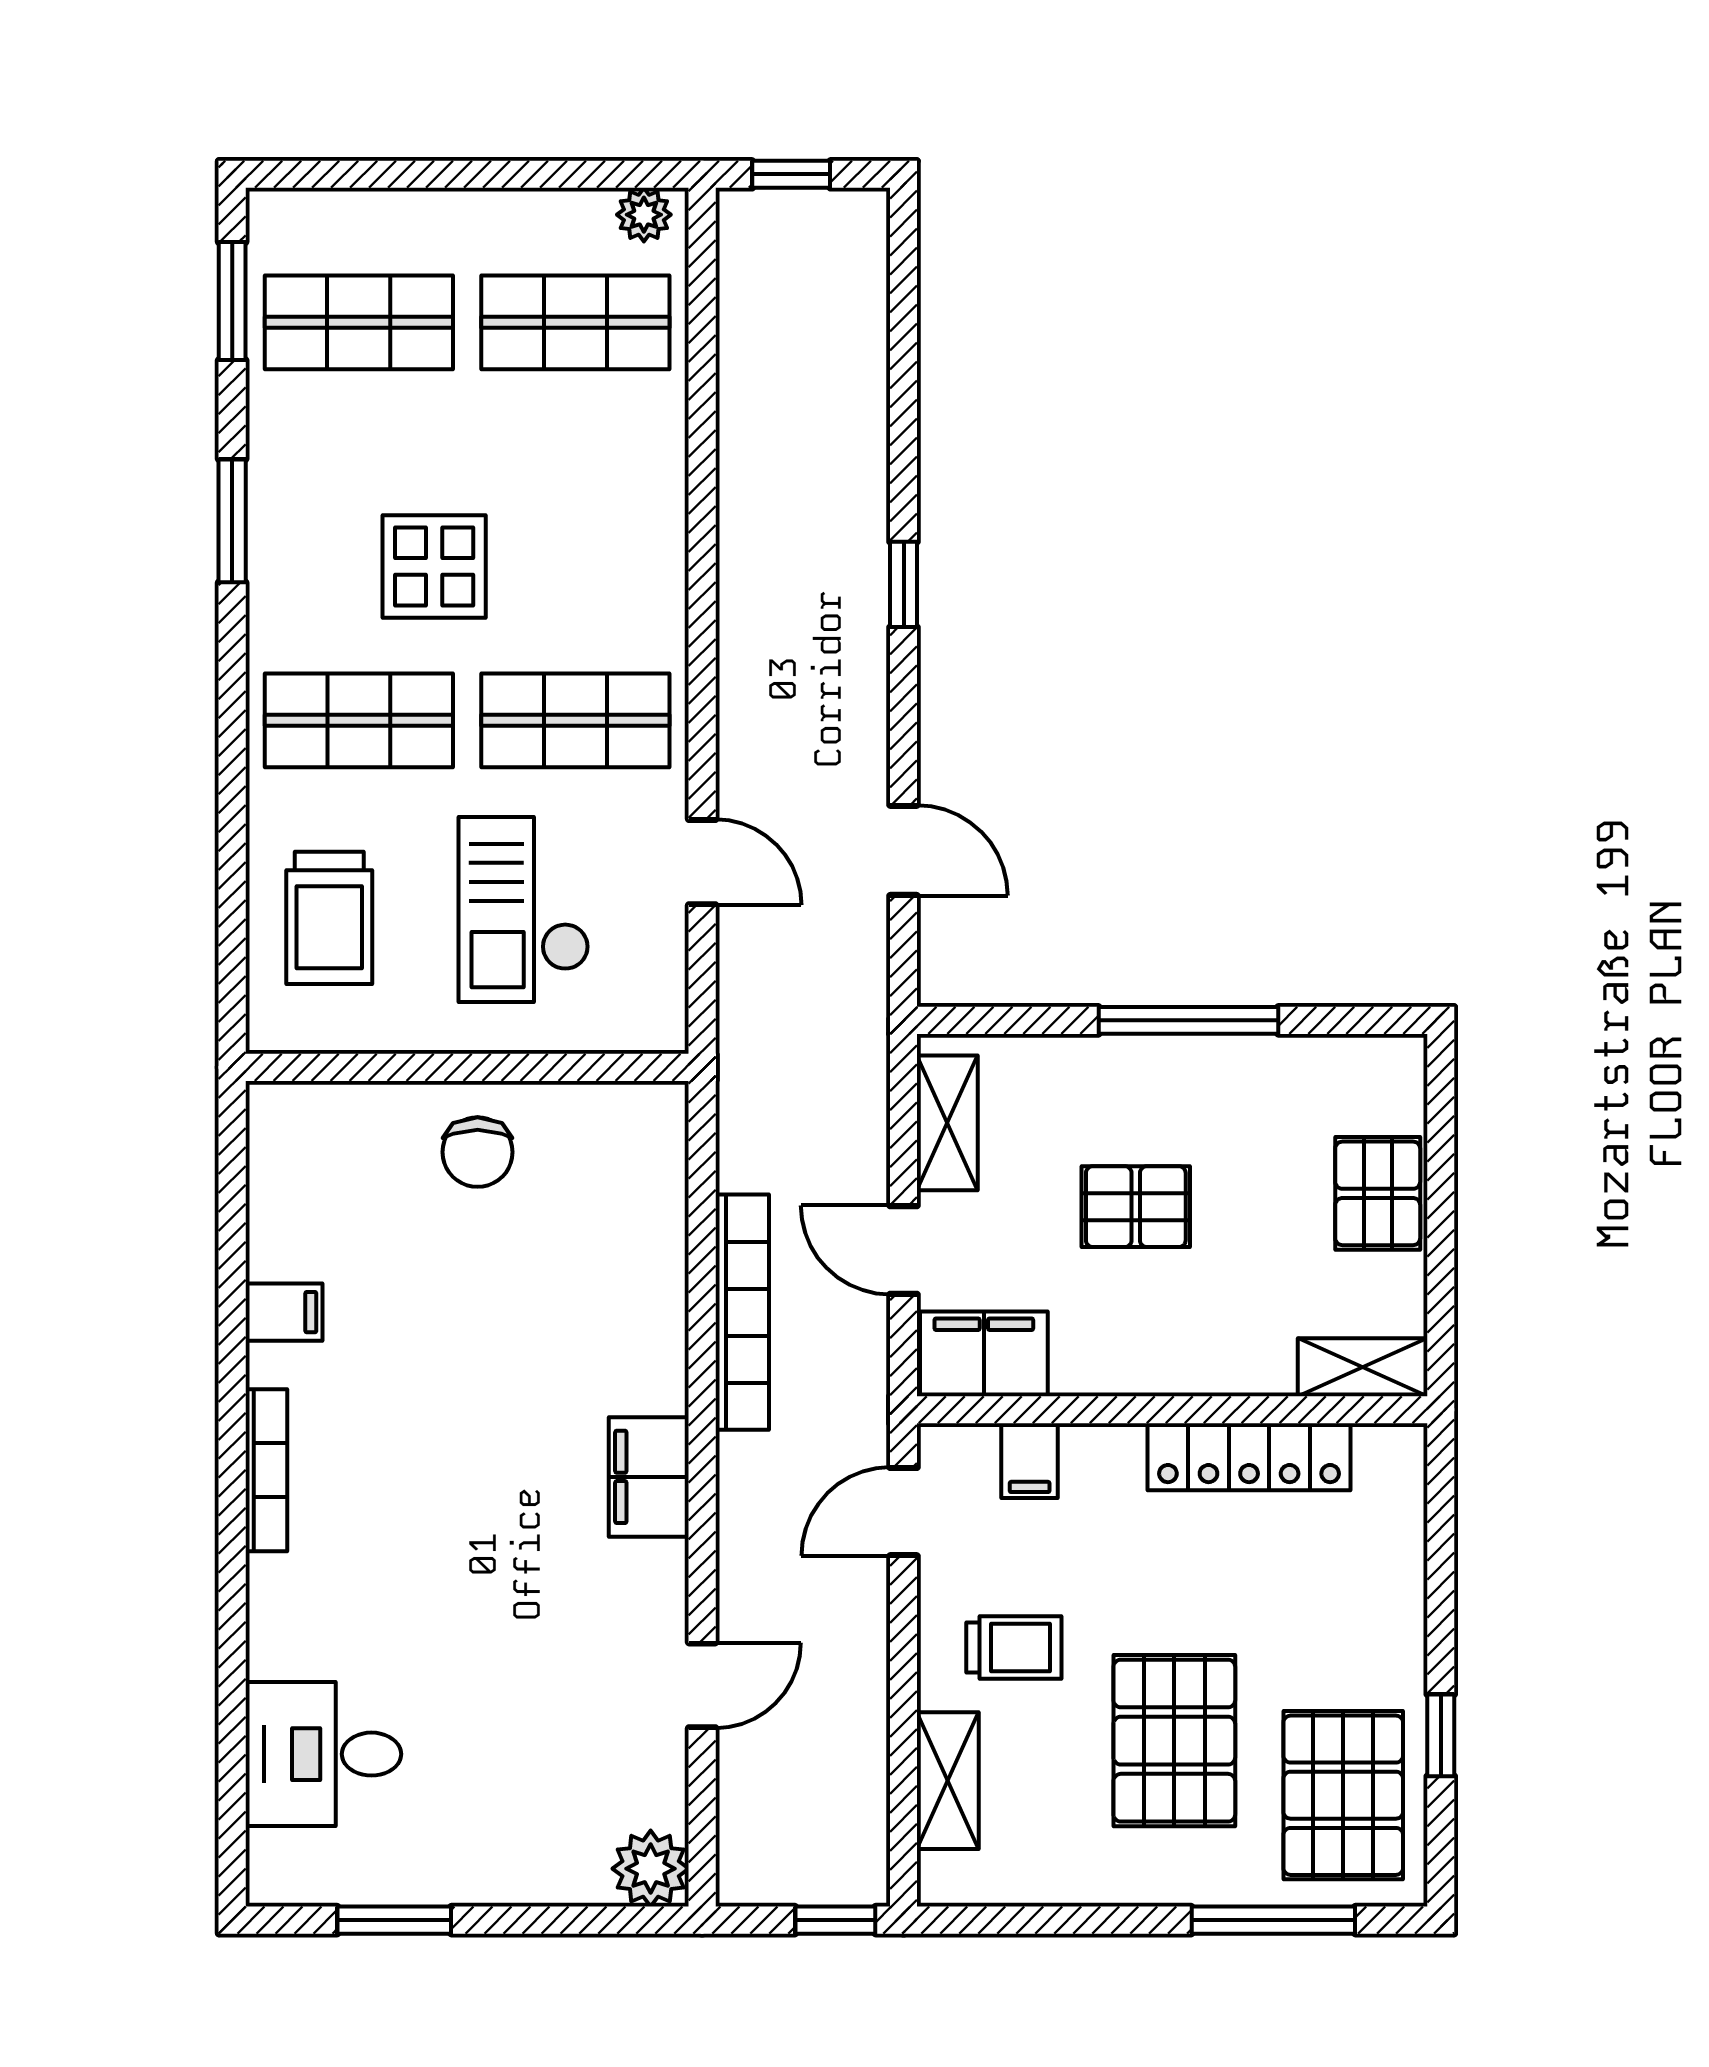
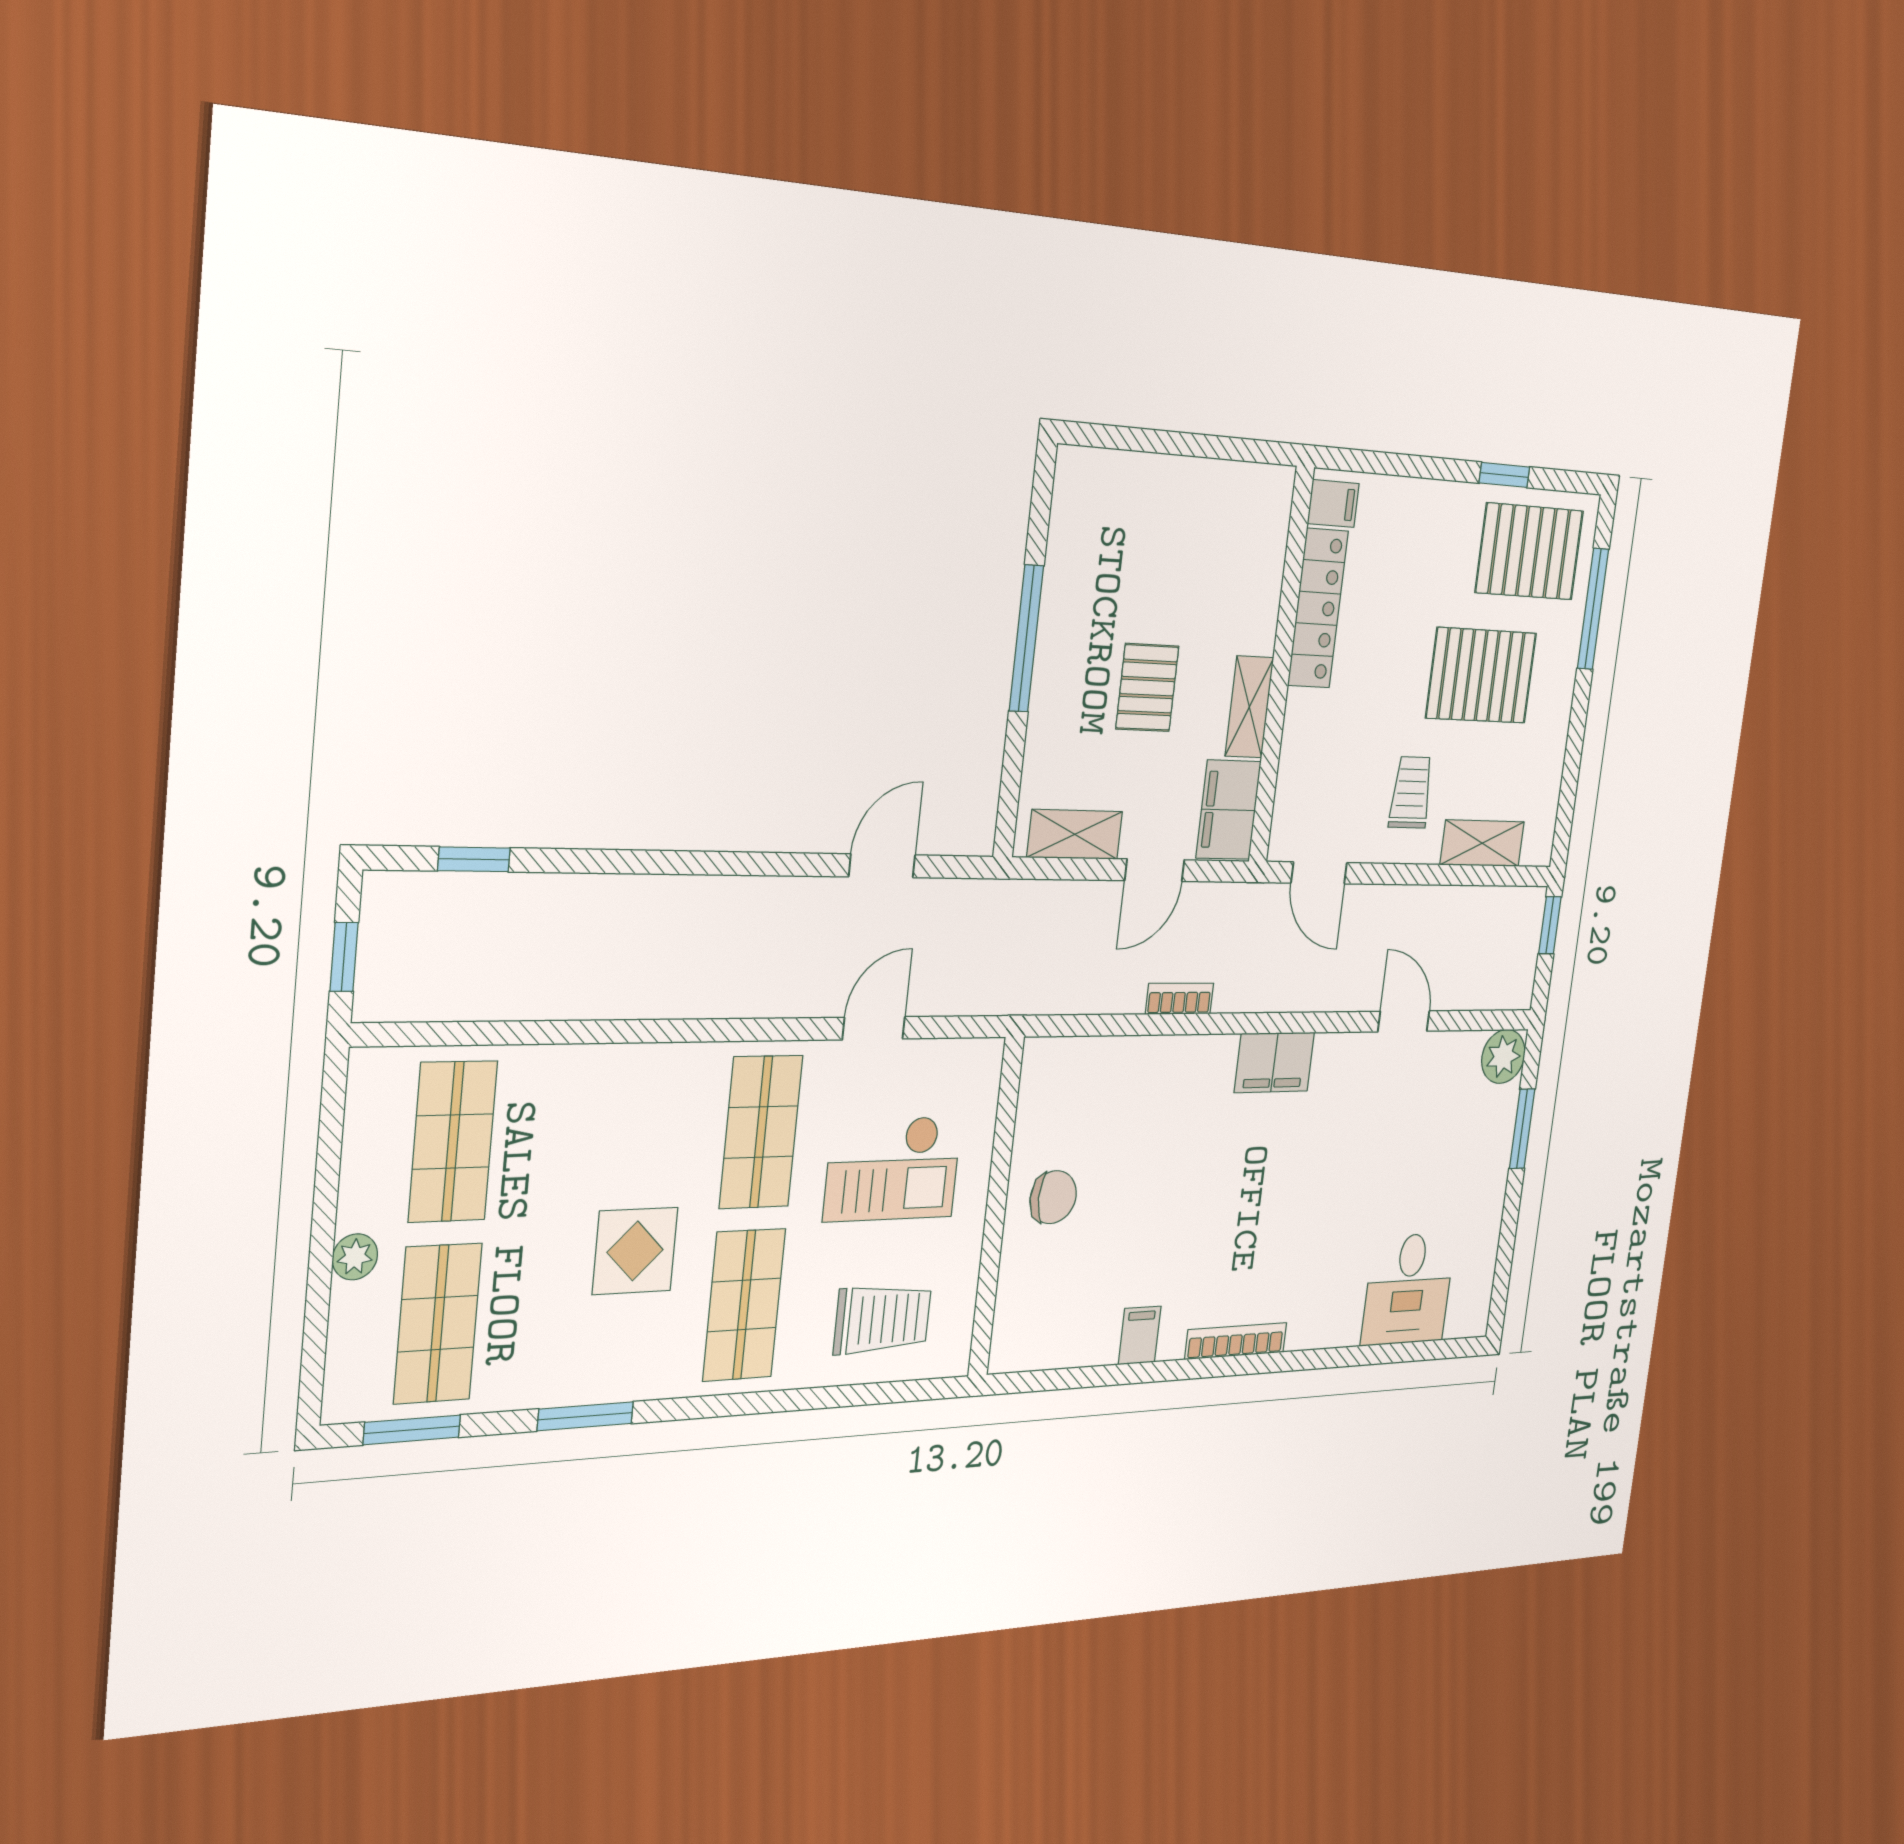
plant: (644, 215) -> (355, 1257), moved
window: (904, 584) -> (474, 859), moved
pallet: (1378, 1193) -> (1161, 493), removed
bookcase: (742, 1312) -> (1180, 999), width x0.43, depth x0.76
shelving: (1363, 1367) -> (1249, 707), moved
filing cabinet: (1030, 1461) -> (1333, 504), moved
window: (394, 1920) -> (1522, 1129), moved

